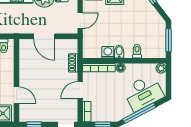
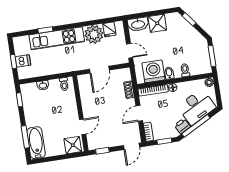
door: (80, 21) -> (130, 51), hinge flipped
door: (44, 36) -> (99, 70), hinge flipped
washing machine: (108, 52) -> (153, 71), width x1.89, depth x1.89
door: (16, 95) -> (83, 127), hinge flipped
printer: (125, 111) -> (182, 126), added

